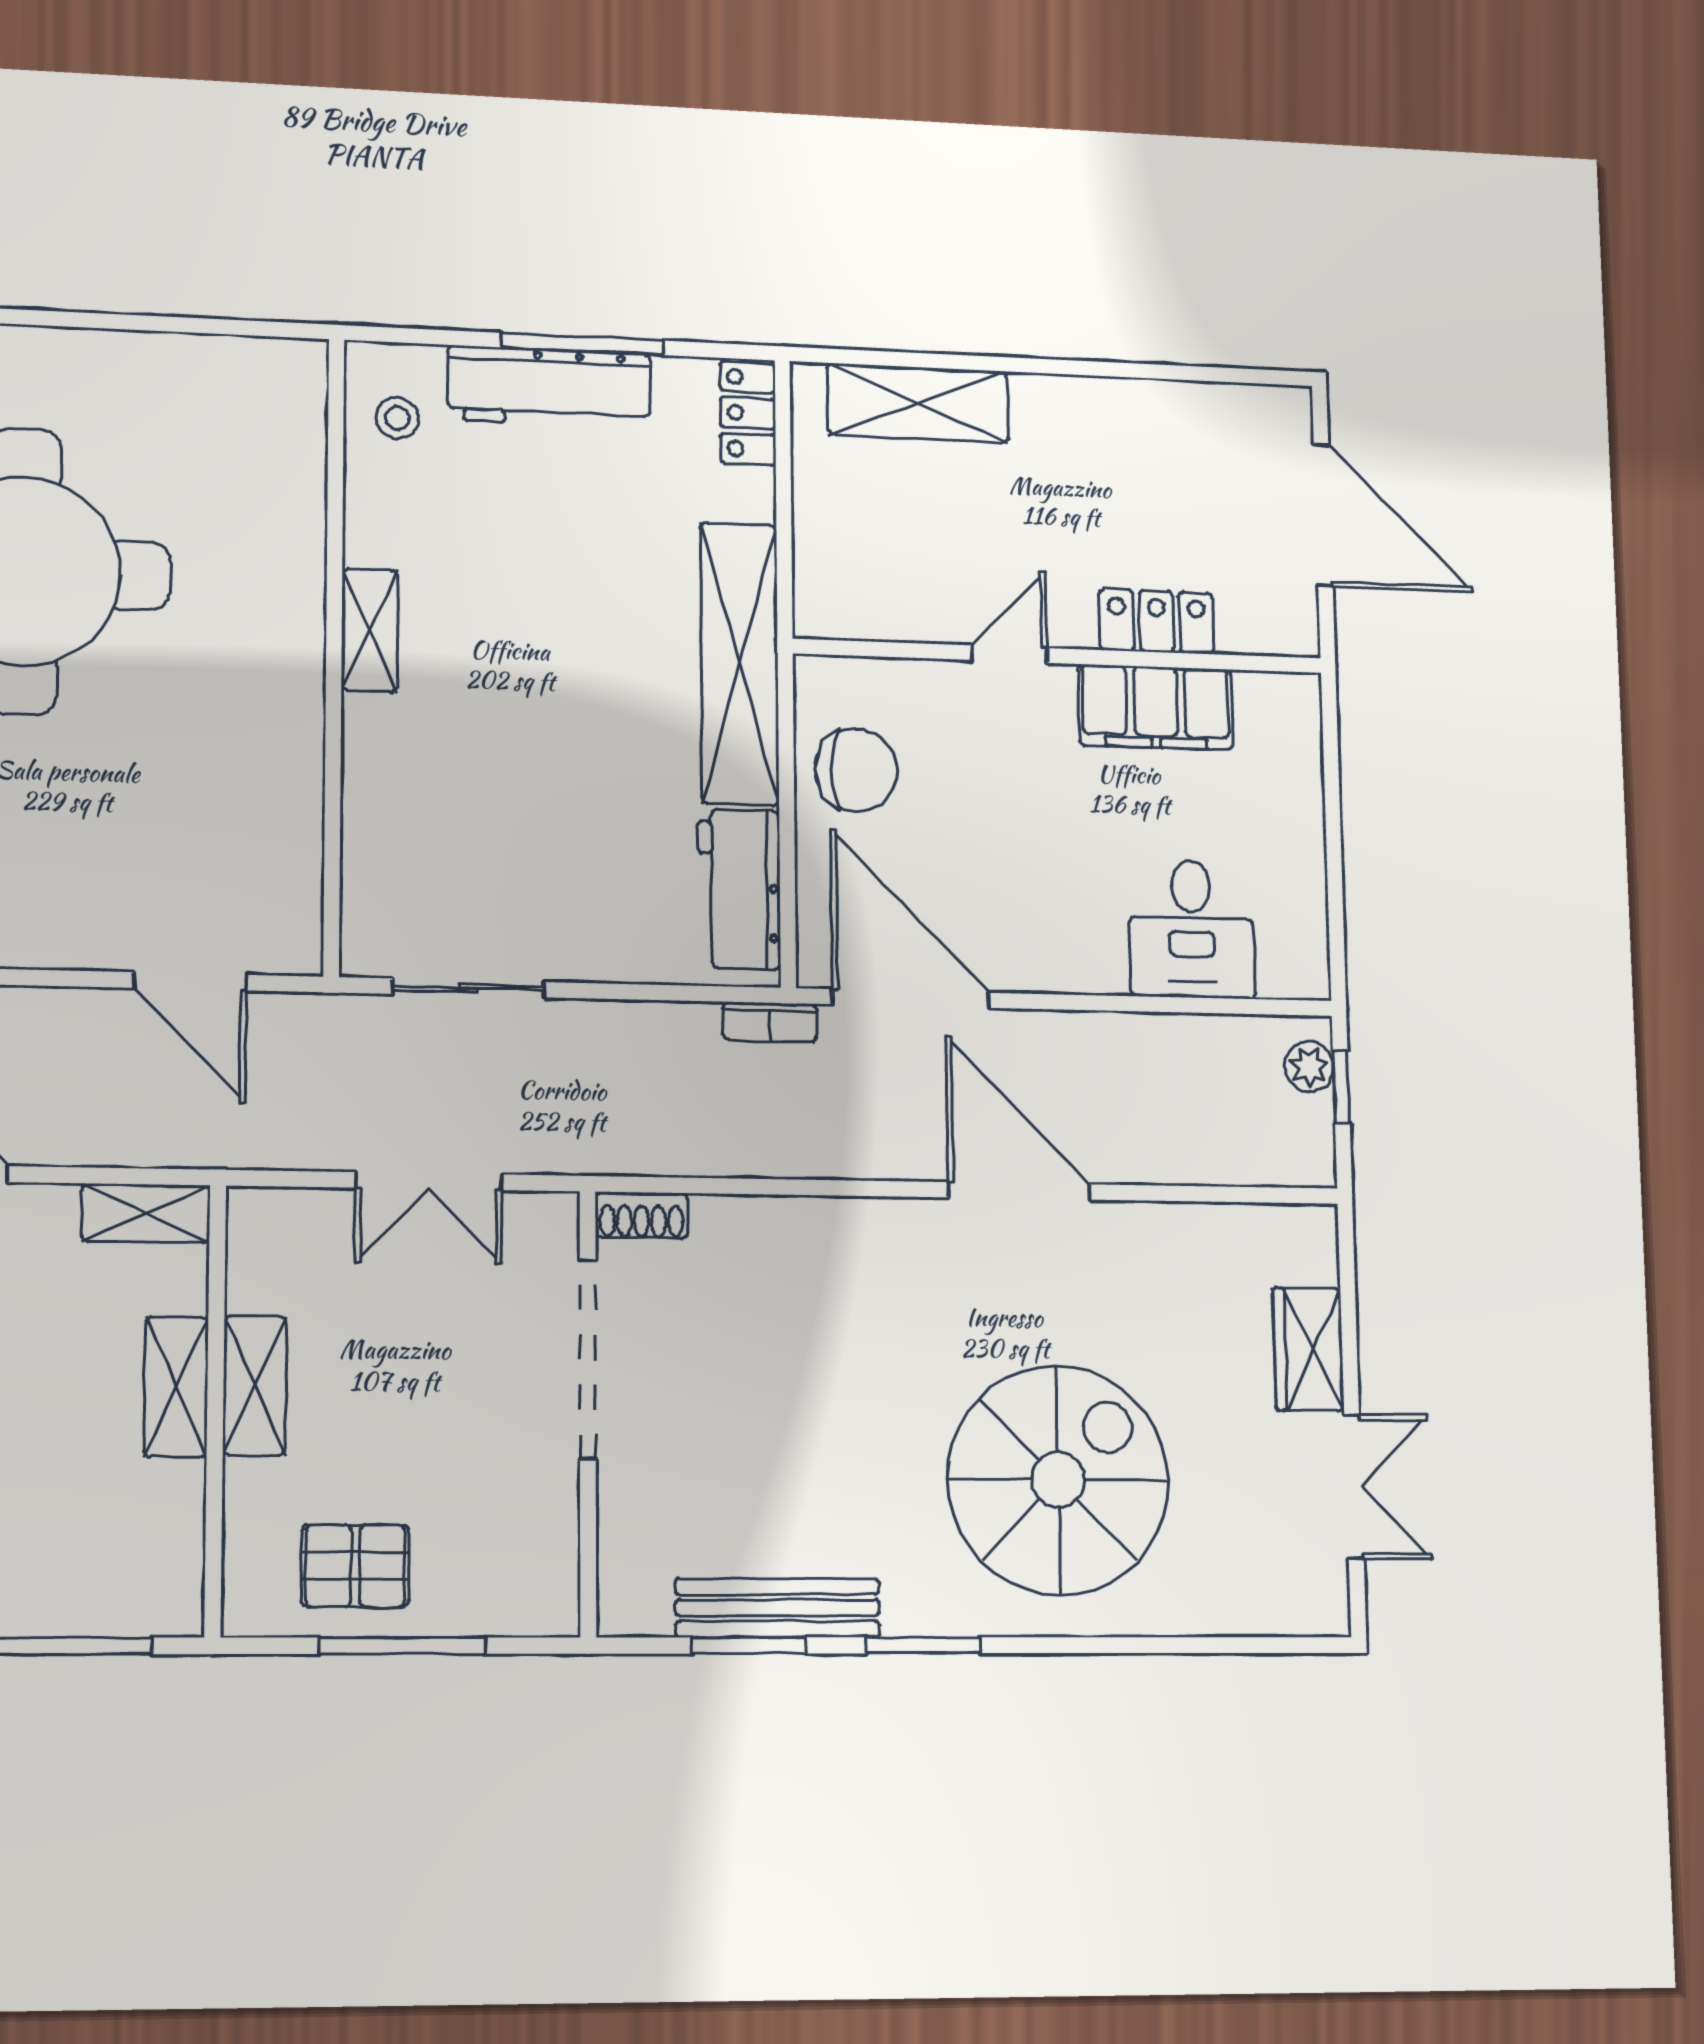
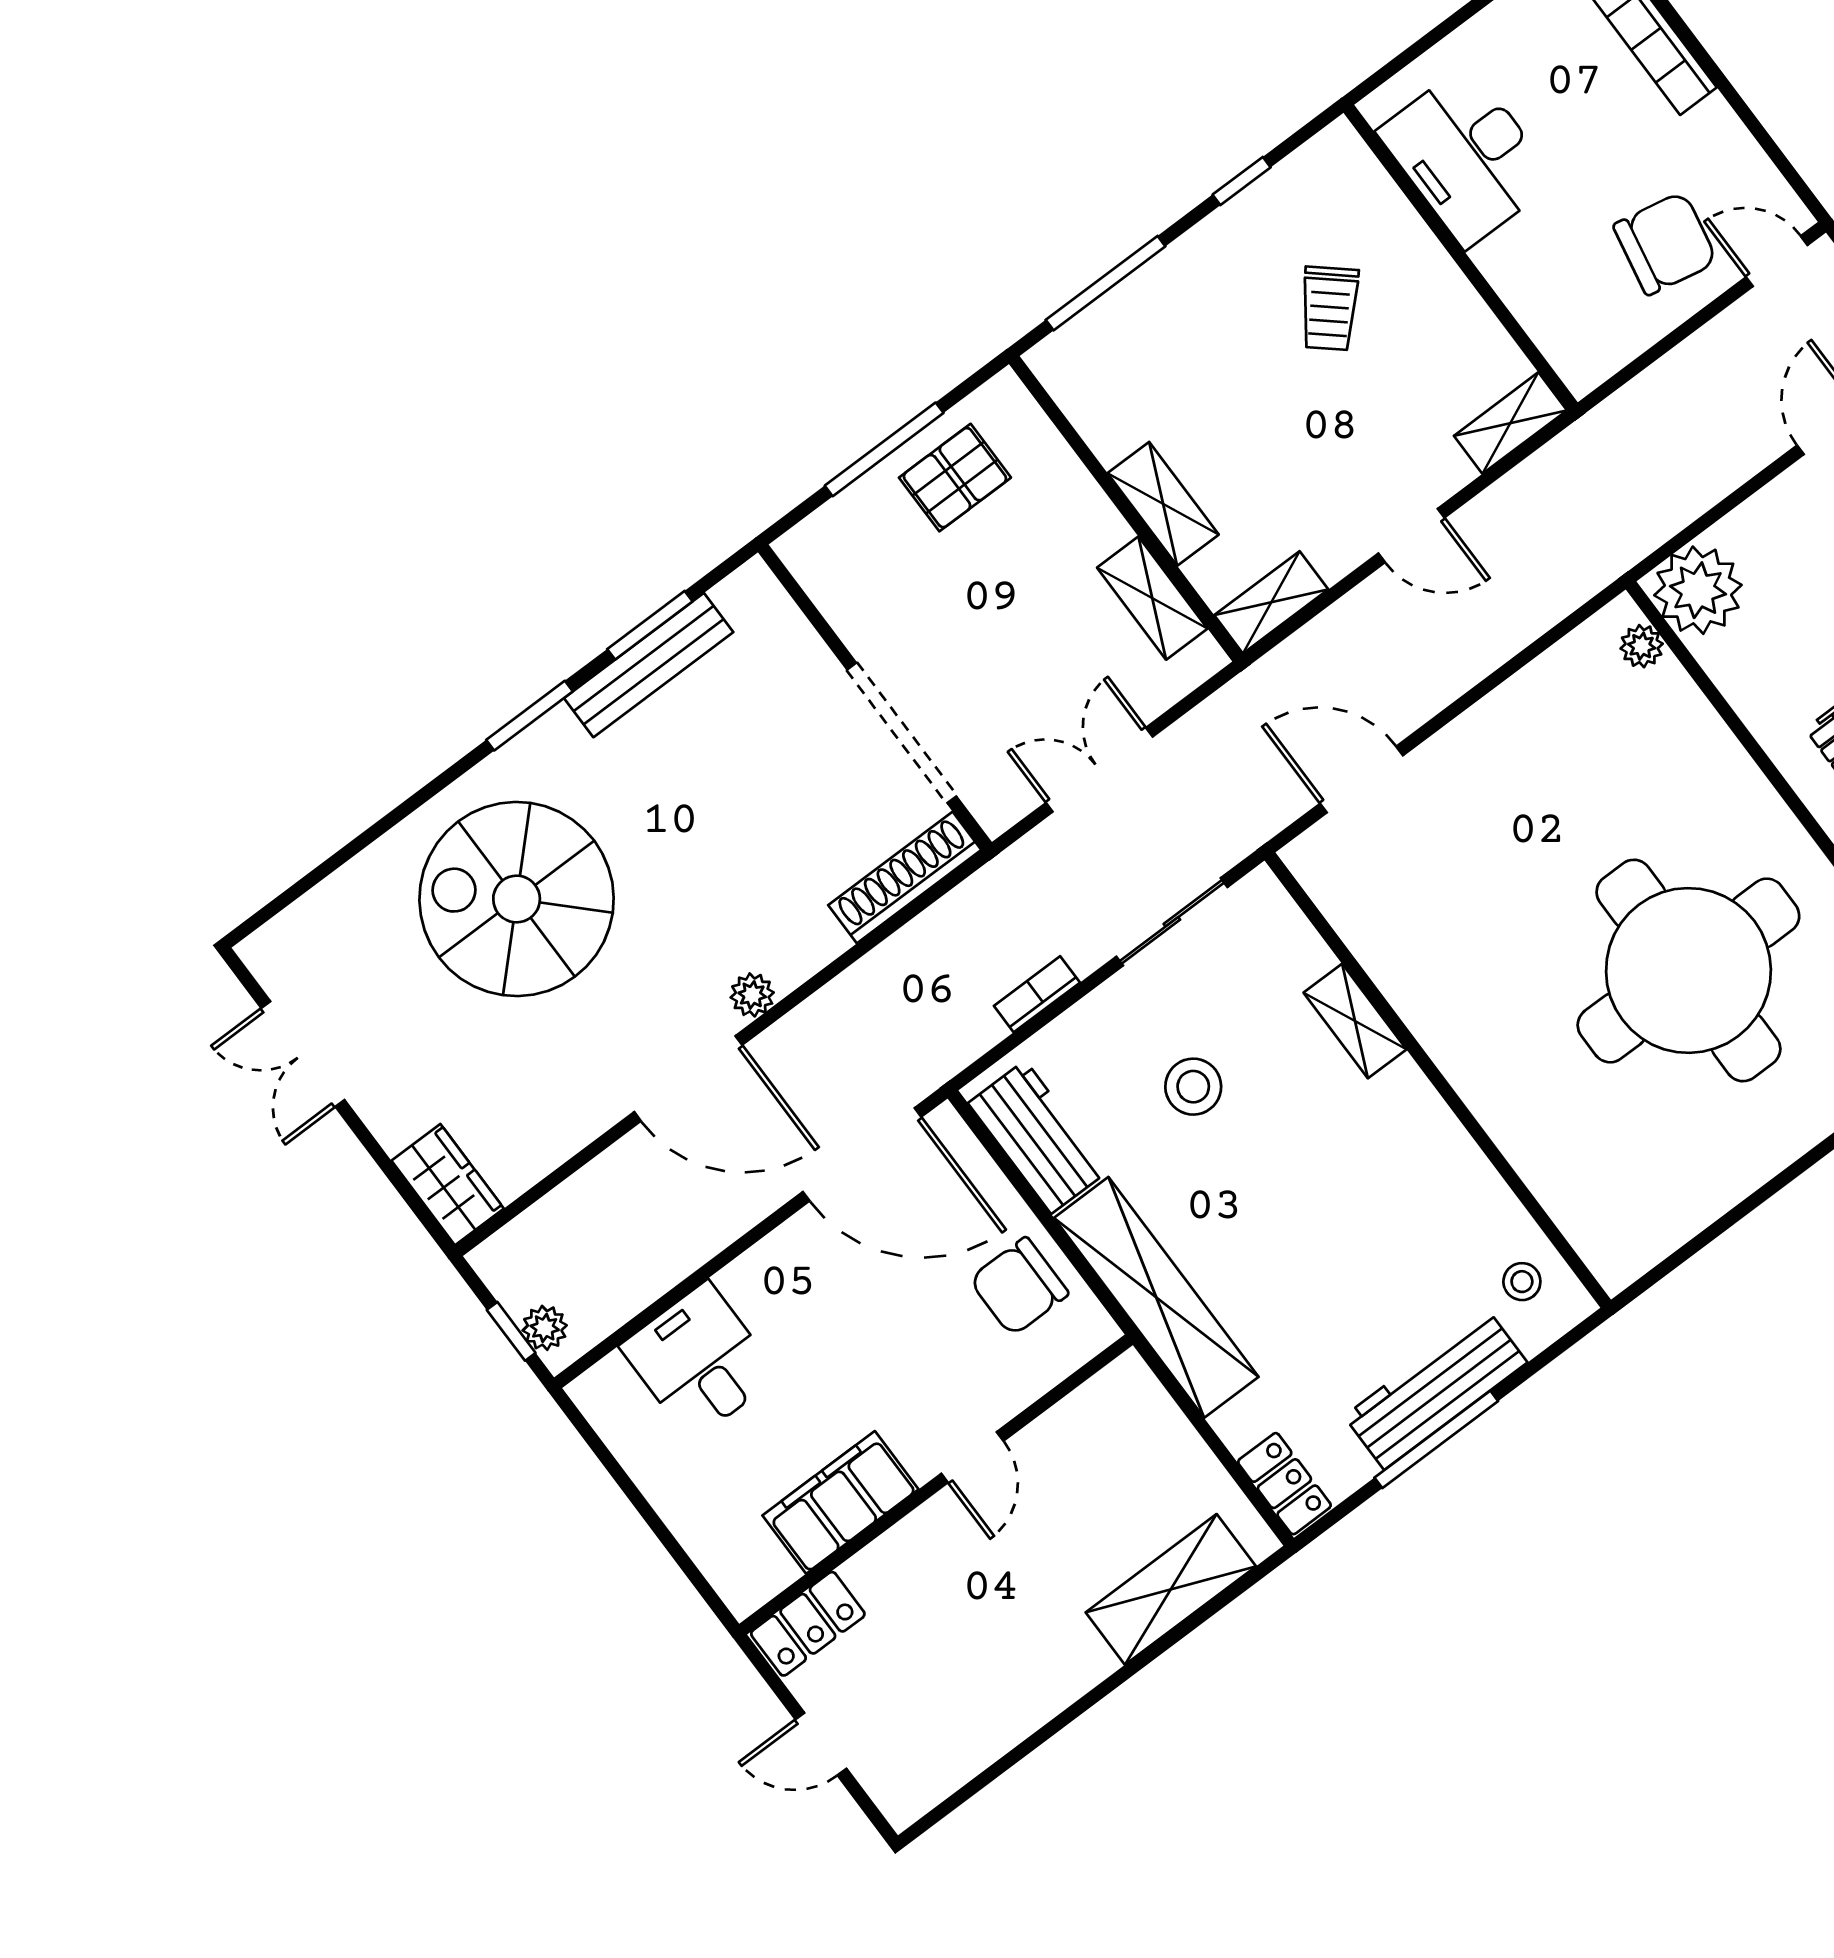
door: (1323, 515) -> (821, 1744), width x0.53
locker: (1156, 622) -> (808, 1624), moved
shelving: (370, 630) -> (1355, 1021), moved
stool: (563, 824) -> (1193, 1087), added
bookcase: (770, 1022) -> (1037, 994), moved
shoe rack: (642, 1215) -> (905, 878), width x1.94, depth x1.24
plant: (905, 1222) -> (752, 995), added
wardrobe: (1308, 1349) -> (448, 1185), moved
shelving: (255, 1386) -> (1152, 598), moved
spiral stairs: (1058, 1480) -> (517, 899), turned 90

